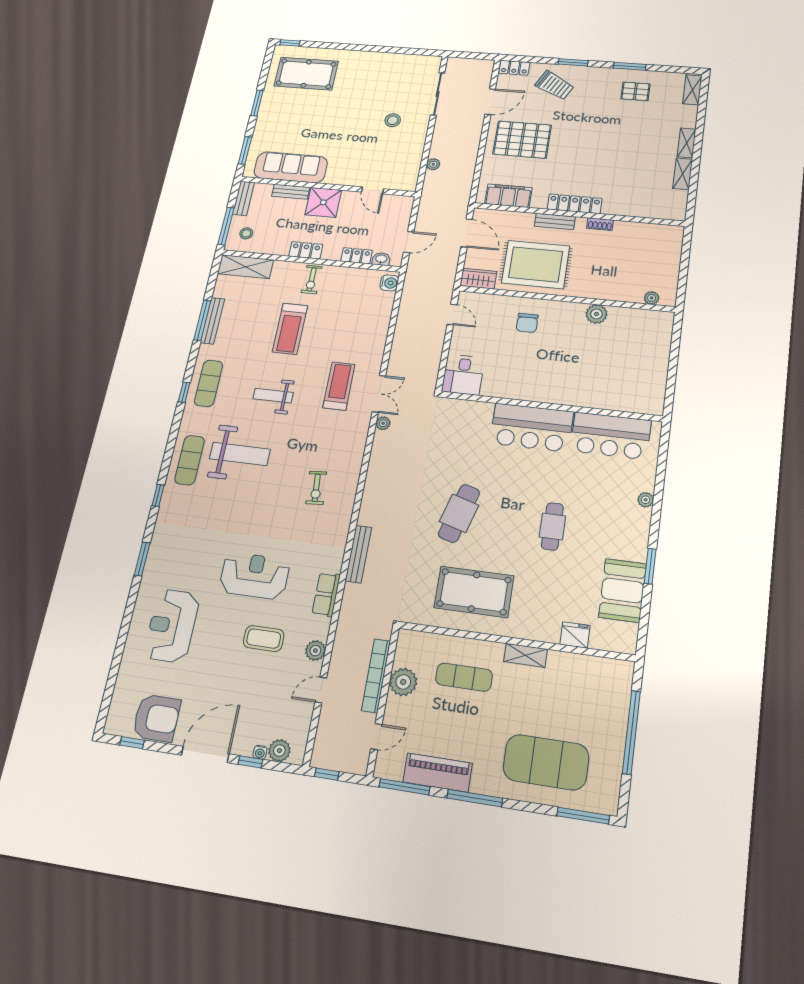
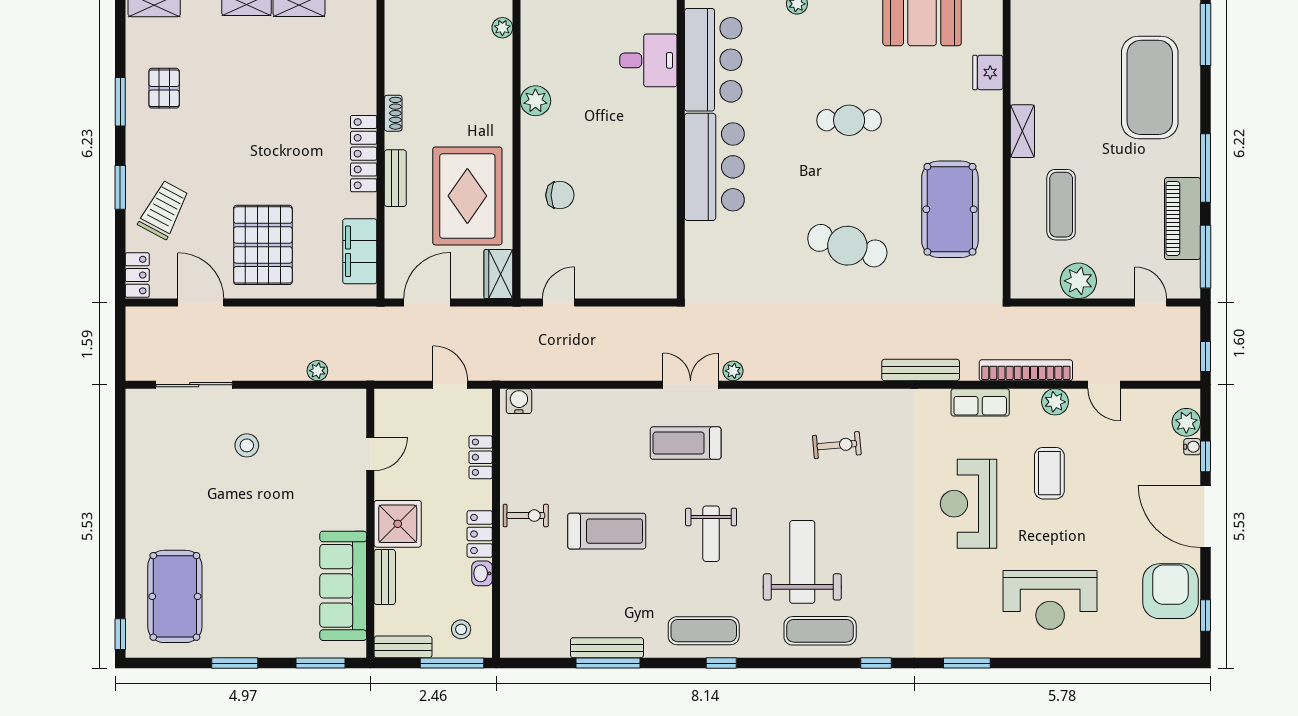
washbasin: (381, 259) -> (482, 573), moved
shelving: (245, 267) -> (516, 618), removed
desk: (463, 375) -> (648, 60), moved
bookcase: (376, 676) -> (1026, 370), moved, turned 180

